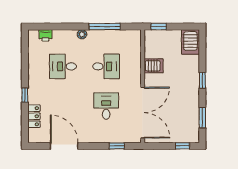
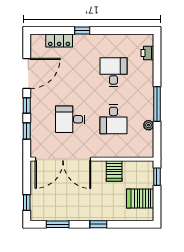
window: (105, 27) -> (157, 104), moved
plant: (82, 34) -> (149, 125), moved
server rack: (190, 42) -> (140, 199), moved
desk: (106, 106) -> (70, 119), turned 180
window: (93, 146) -> (27, 105), added

